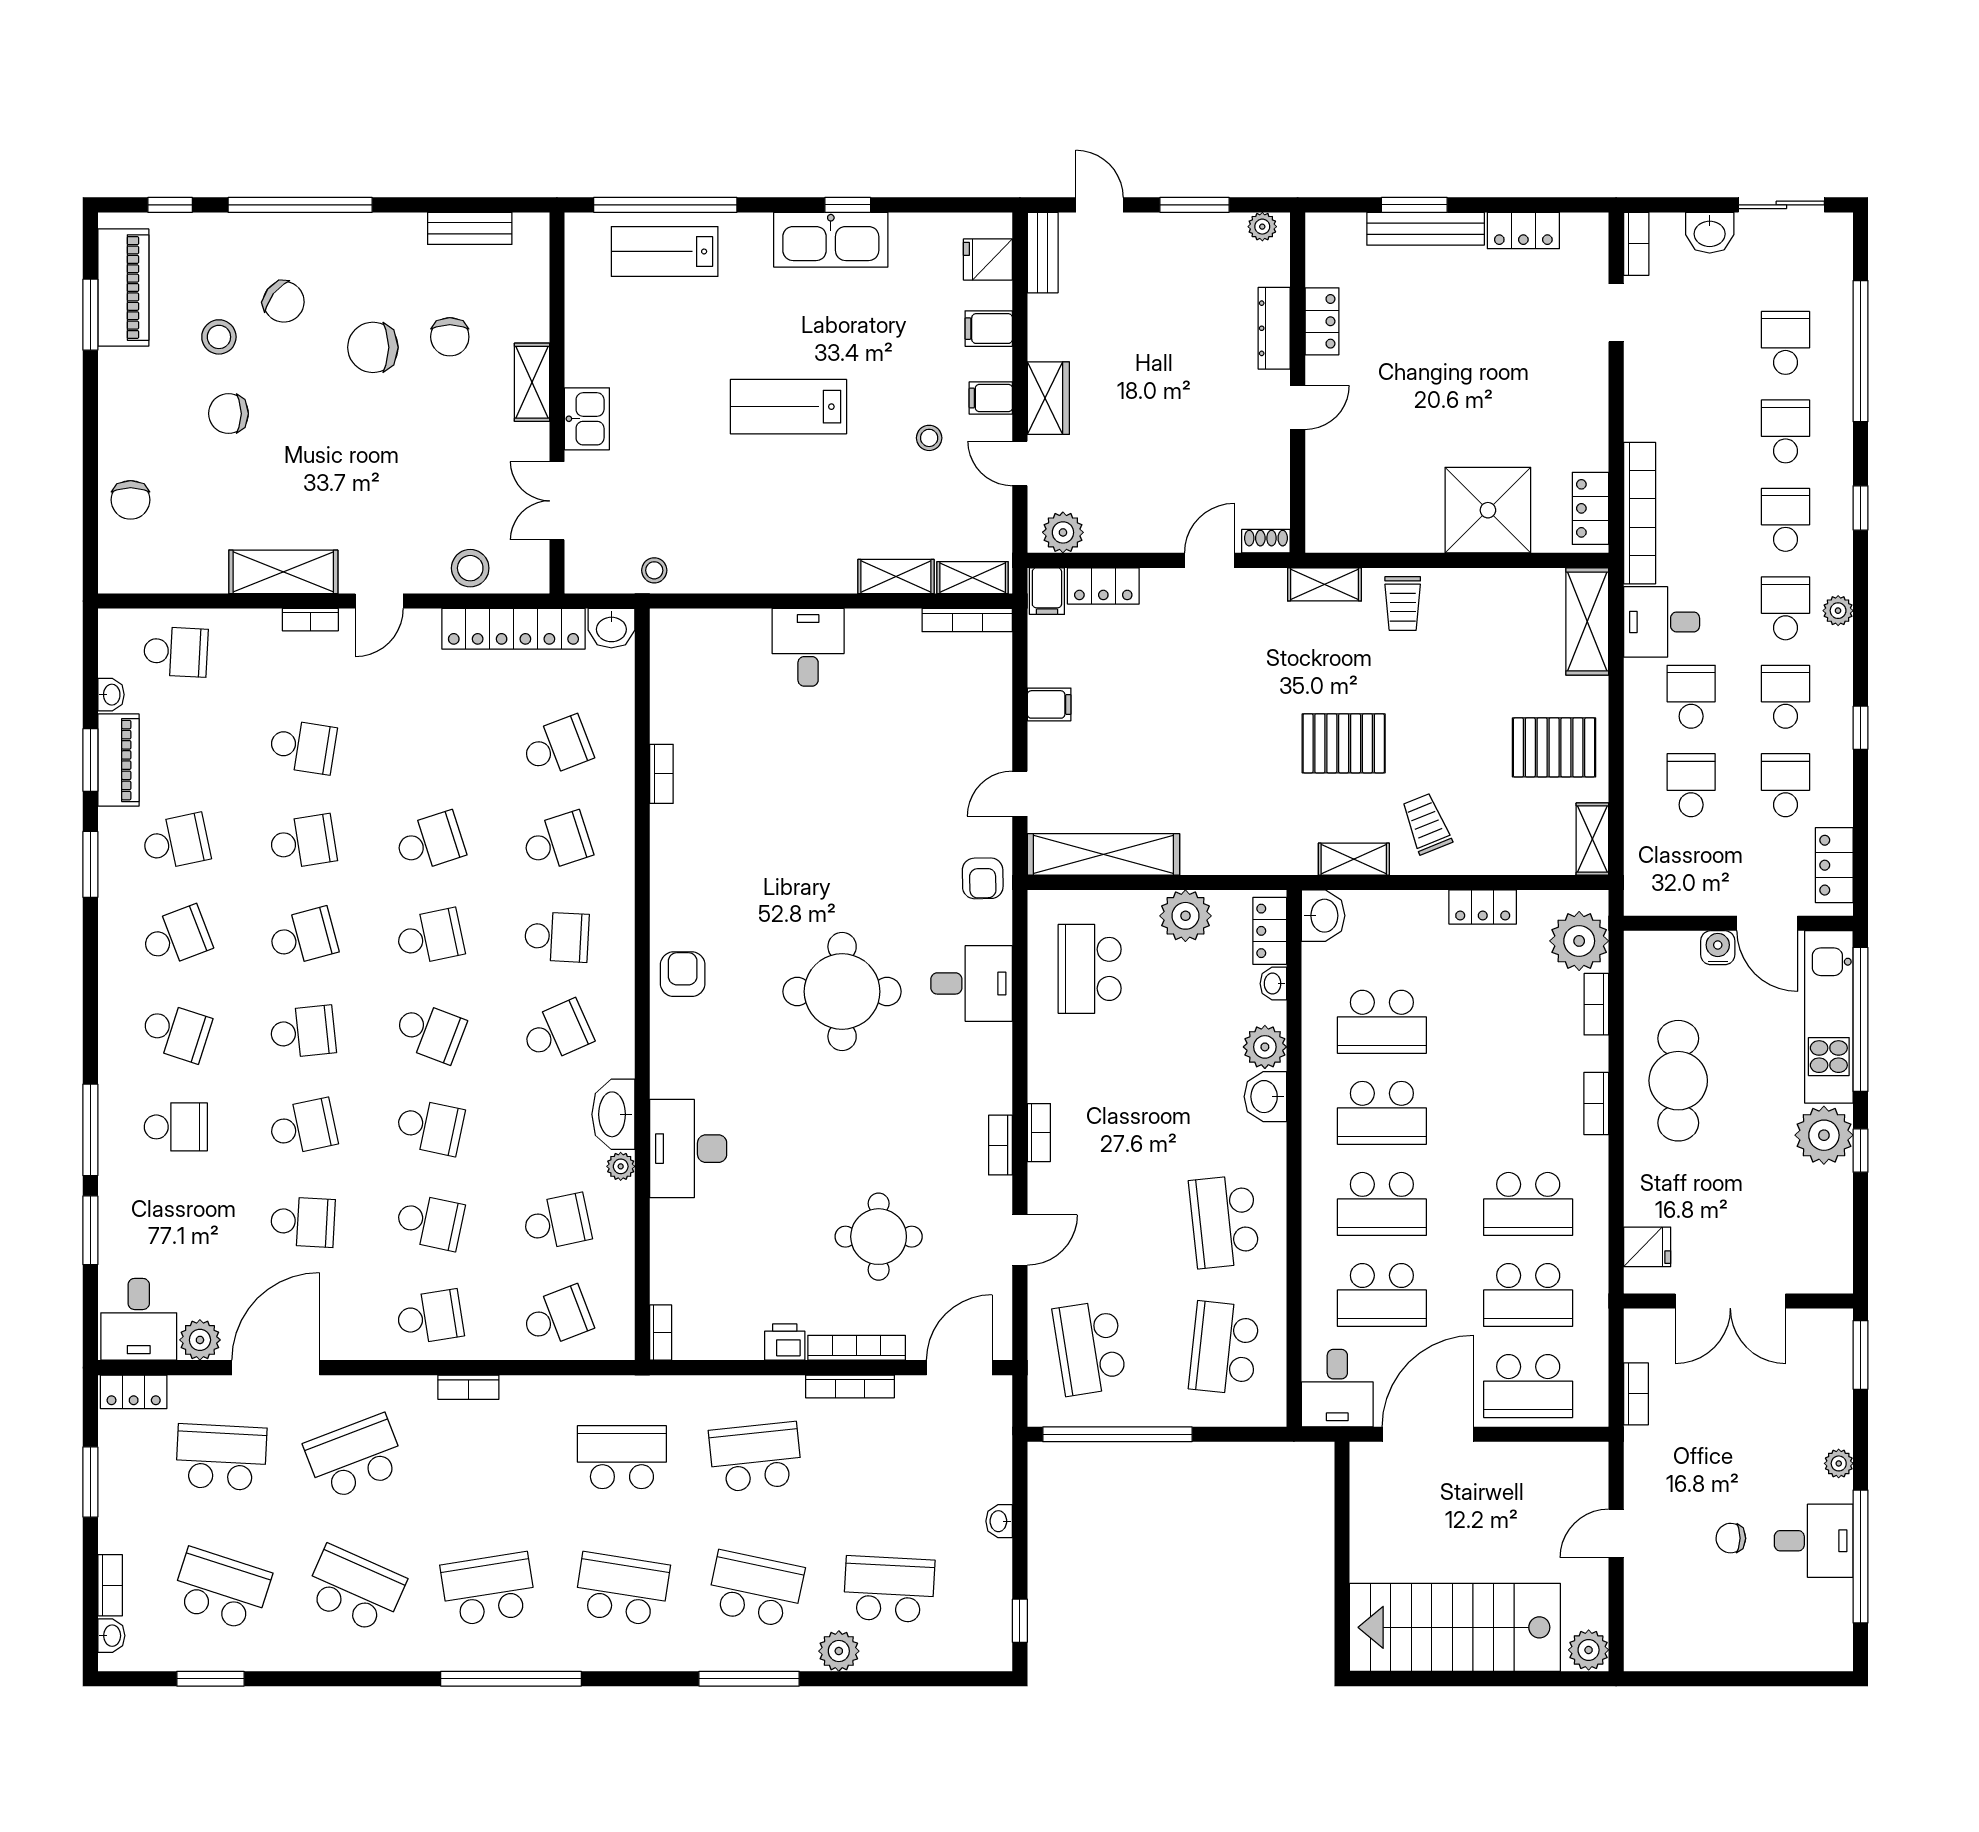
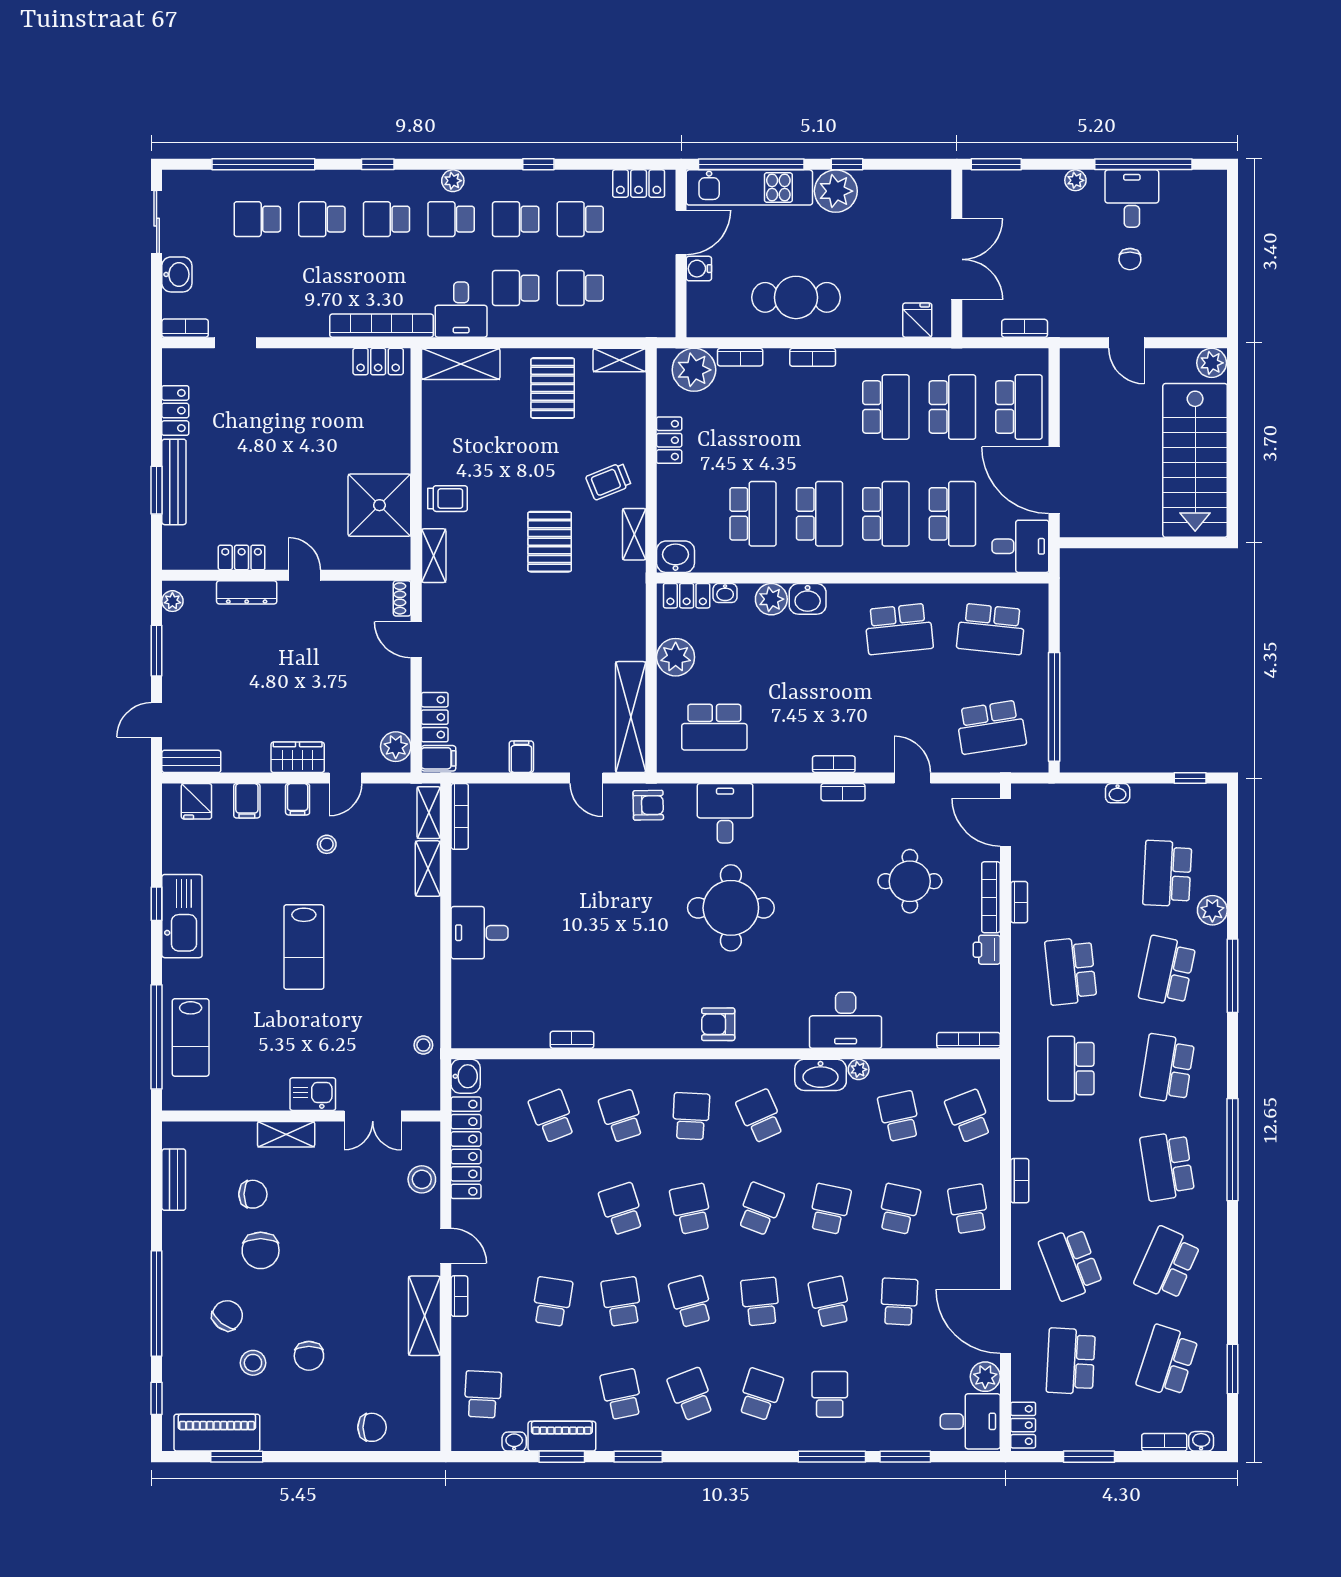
shower: (1488, 510) -> (379, 505), moved
bookcase: (661, 1333) -> (969, 1040), width x1.56
bookcase: (850, 1386) -> (1019, 902), width x0.64

